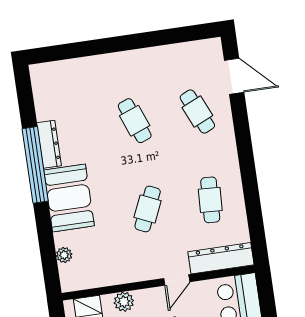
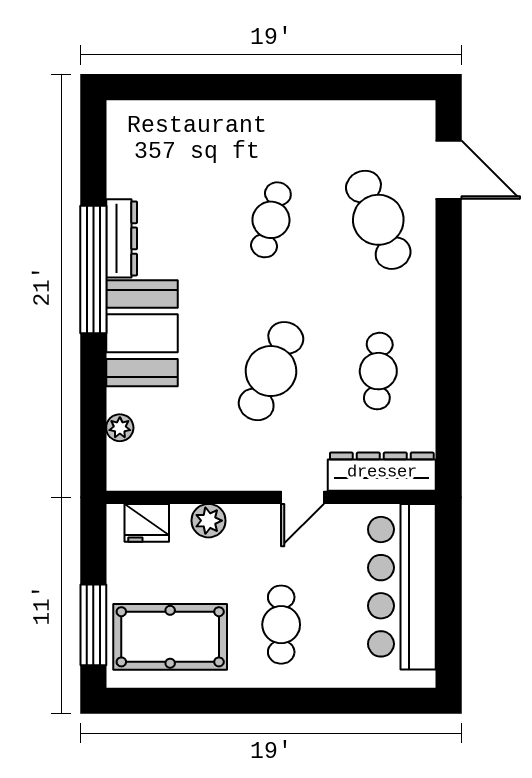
cafe table: (197, 112) -> (378, 220), width x1.37, depth x1.35
cafe table: (135, 121) -> (271, 220), turned 36
cafe table: (148, 209) -> (271, 371), width x1.37, depth x1.35

